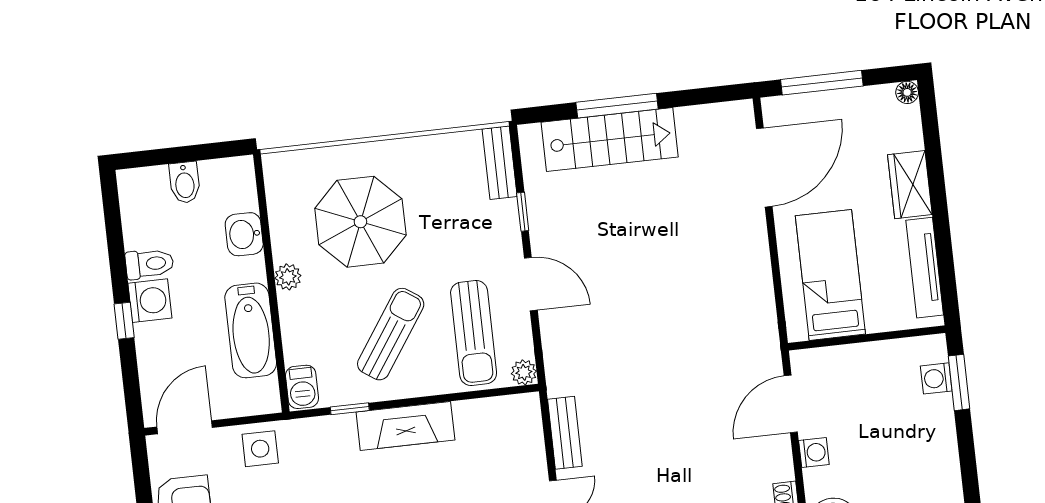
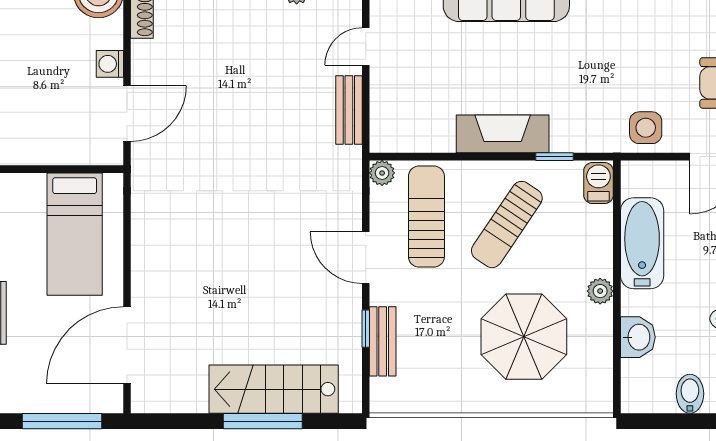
bench: (500, 163) -> (383, 341), moved

